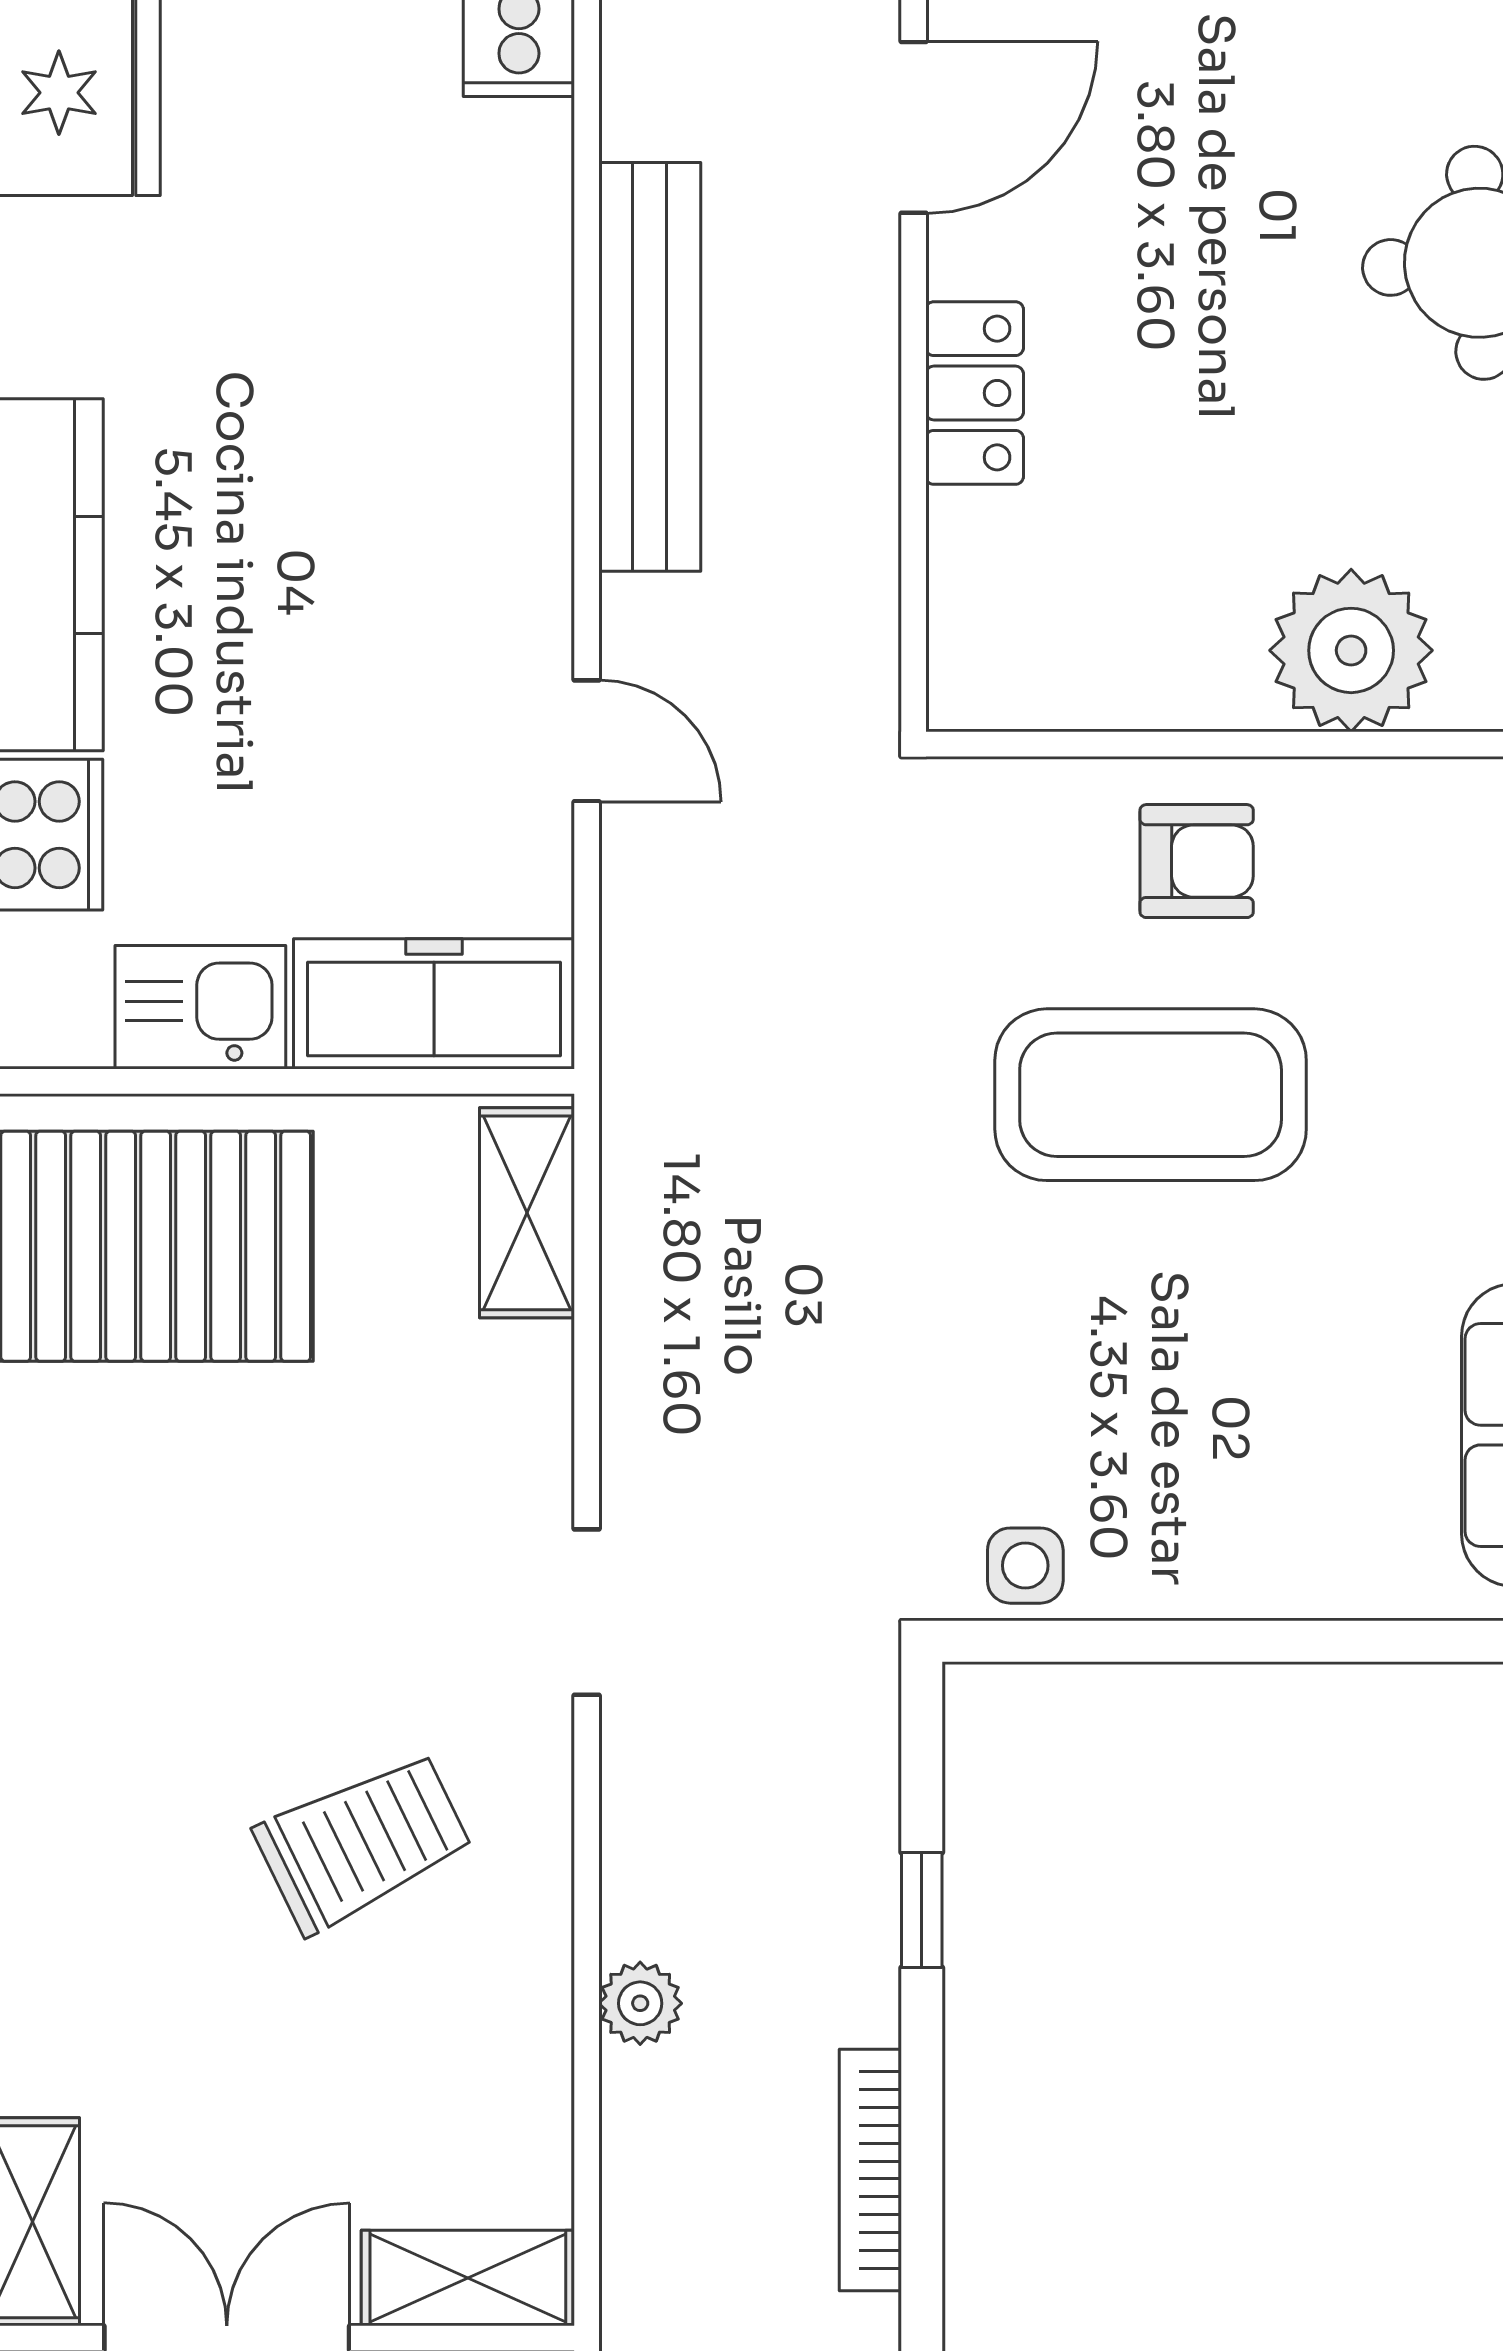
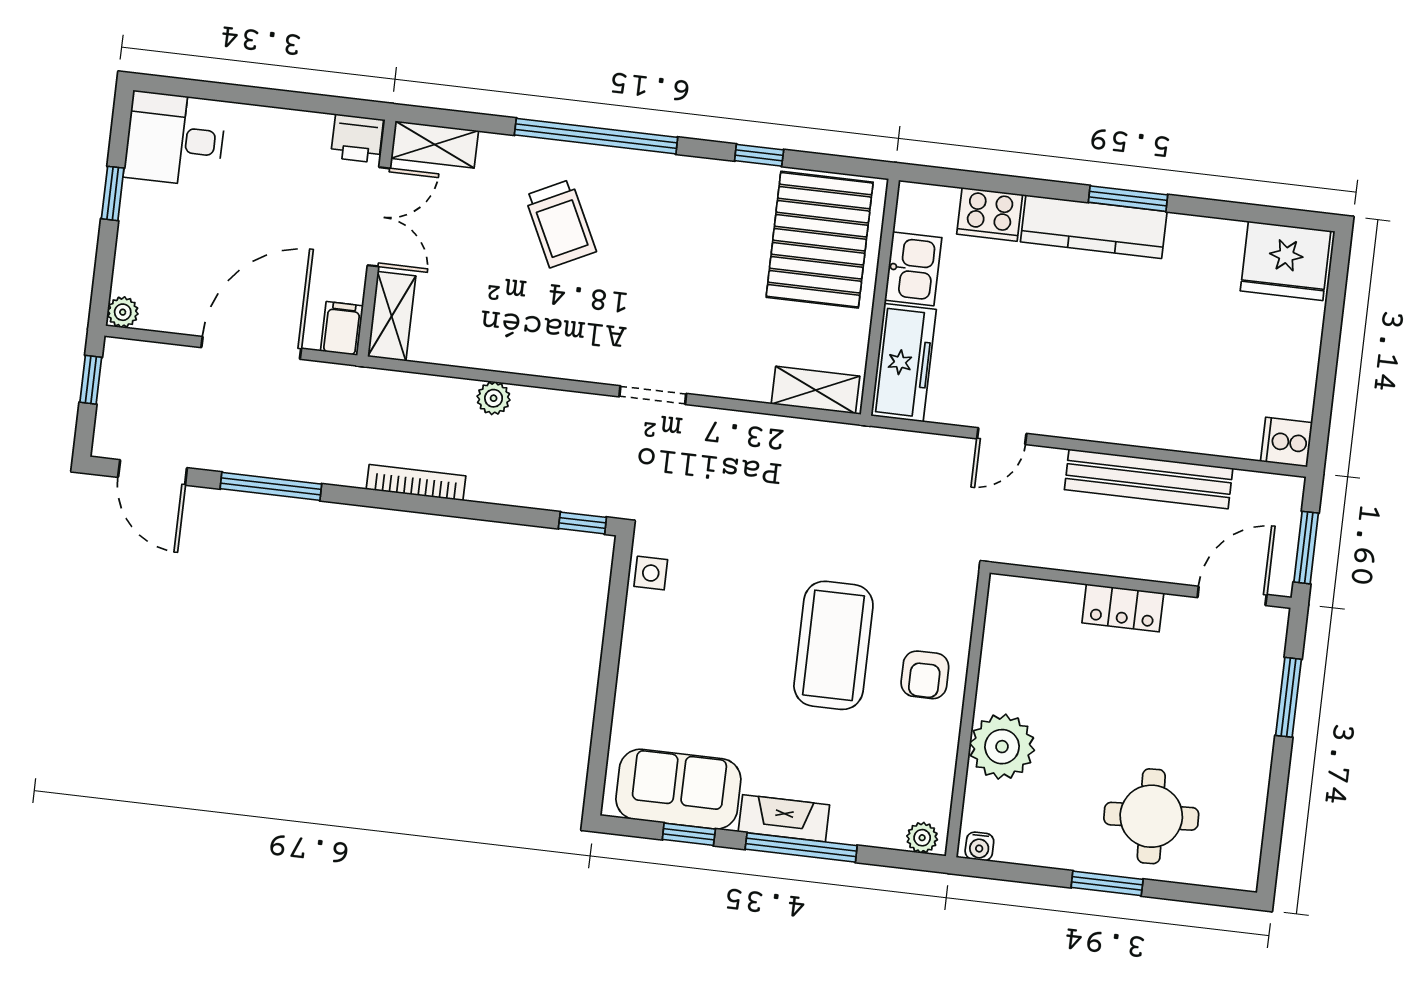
door: (914, 127) -> (1232, 596), swing flipped
trolley: (363, 1842) -> (560, 224), moved
window: (922, 1910) -> (582, 523), moved

